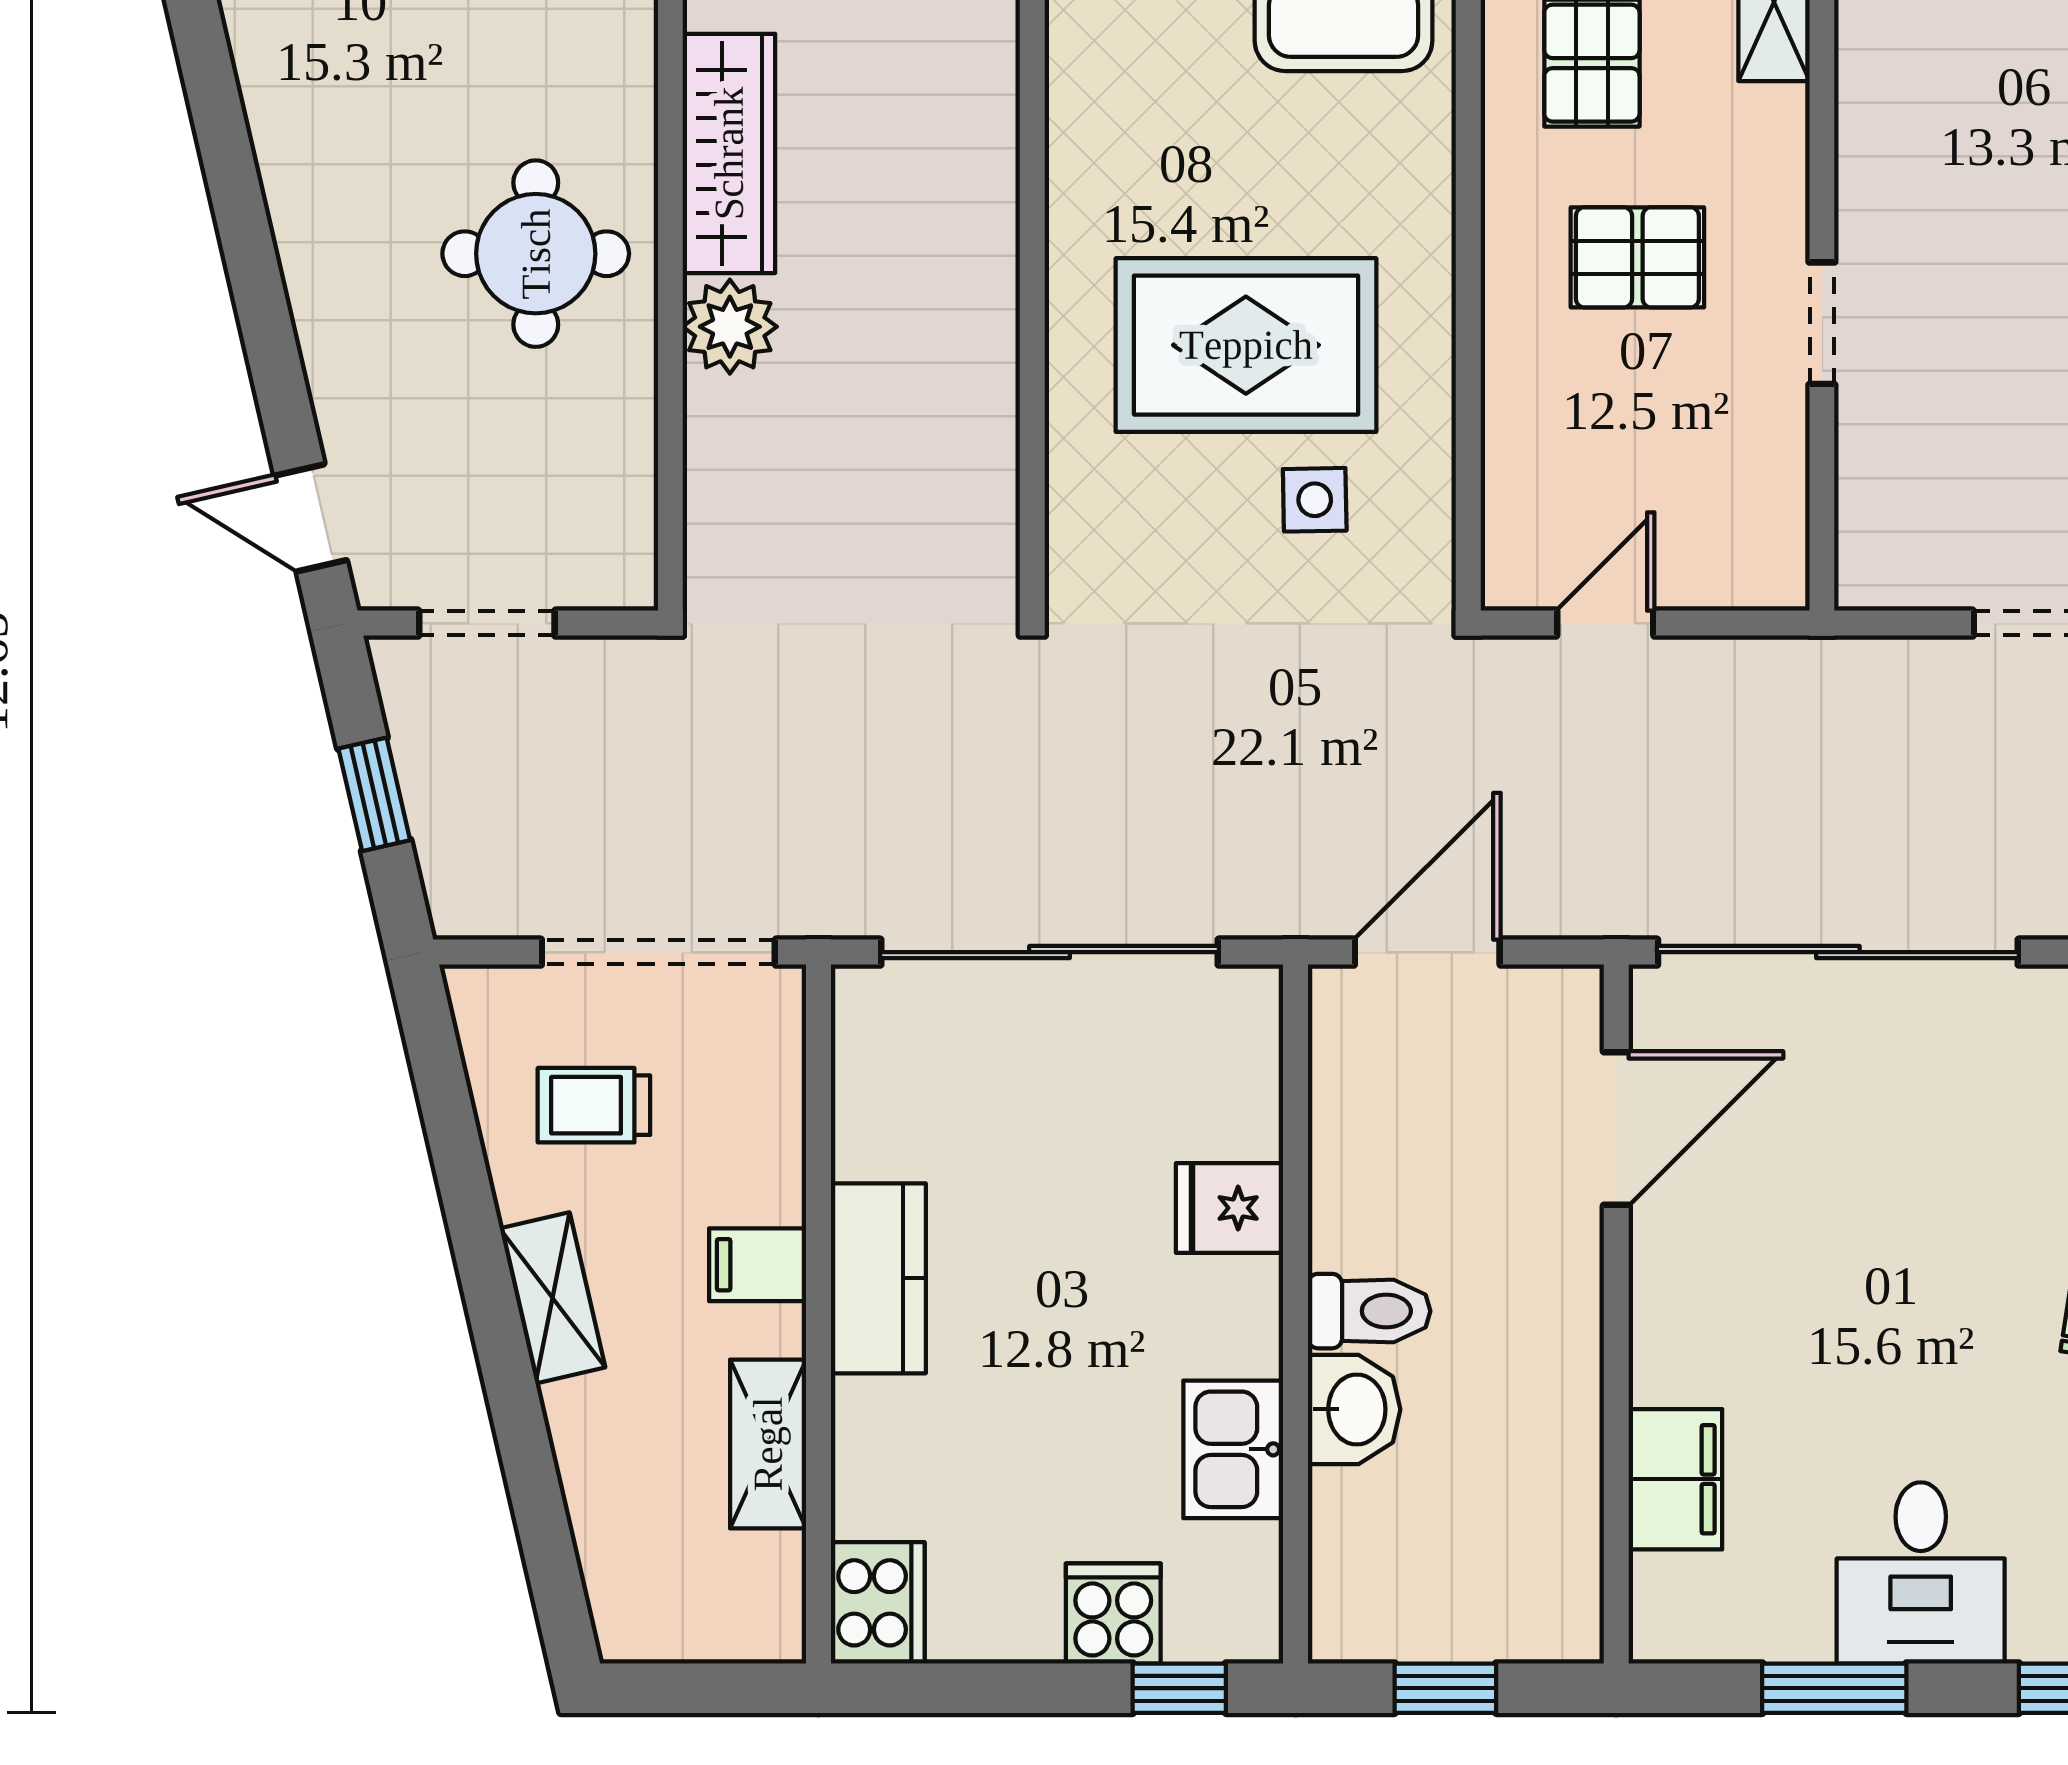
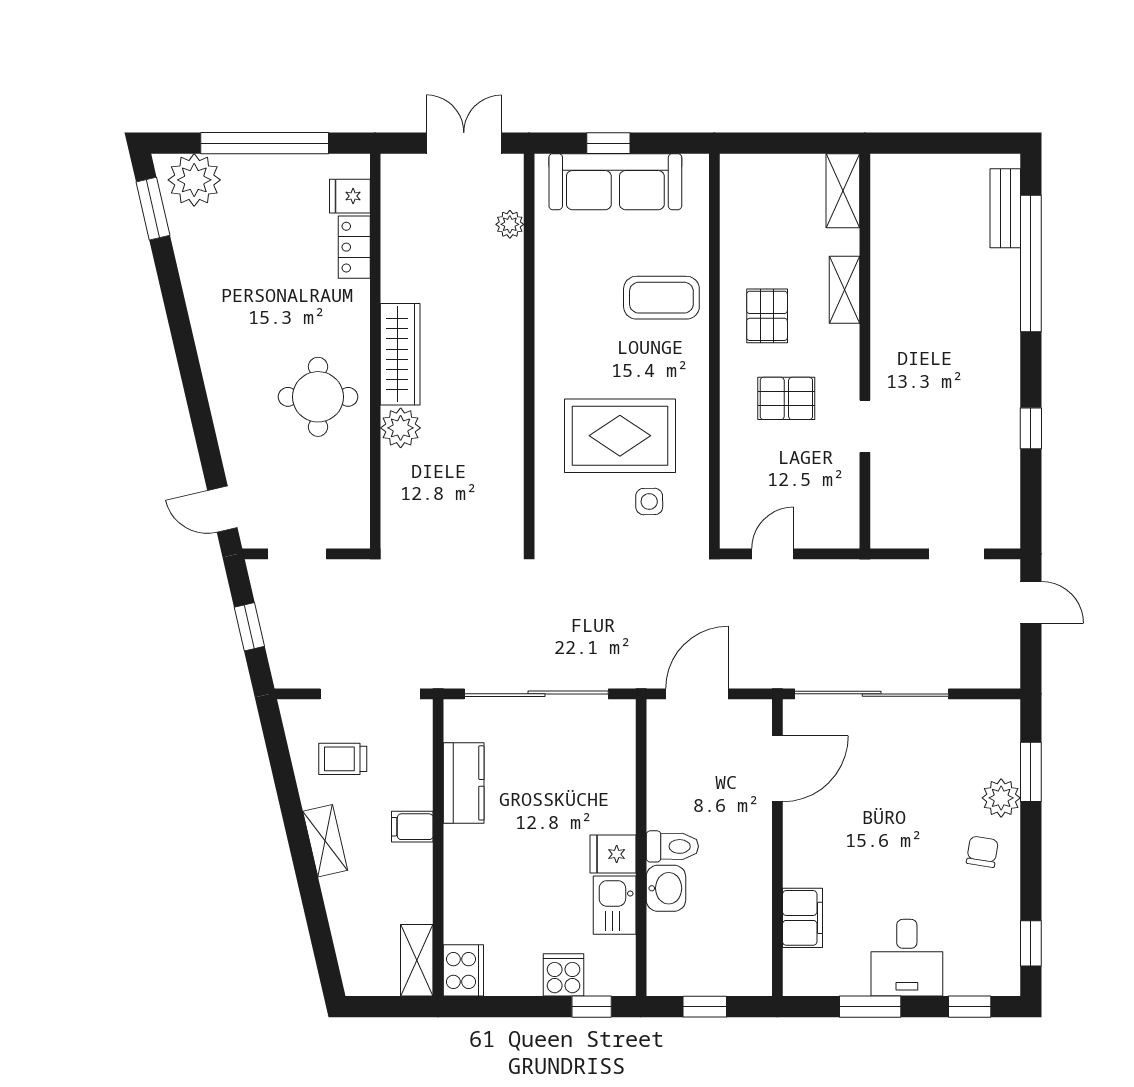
fridge: (1230, 1208) -> (613, 854), moved
kitchen counter: (878, 1278) -> (464, 783), moved
shelving: (768, 1444) -> (417, 960), moved

